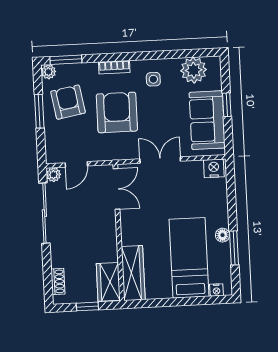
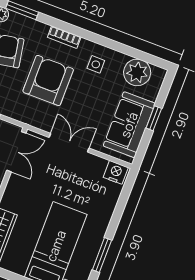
floor lamp: (223, 235) -> (97, 238), removed

